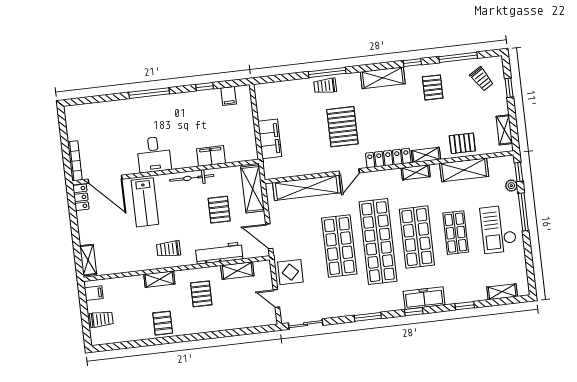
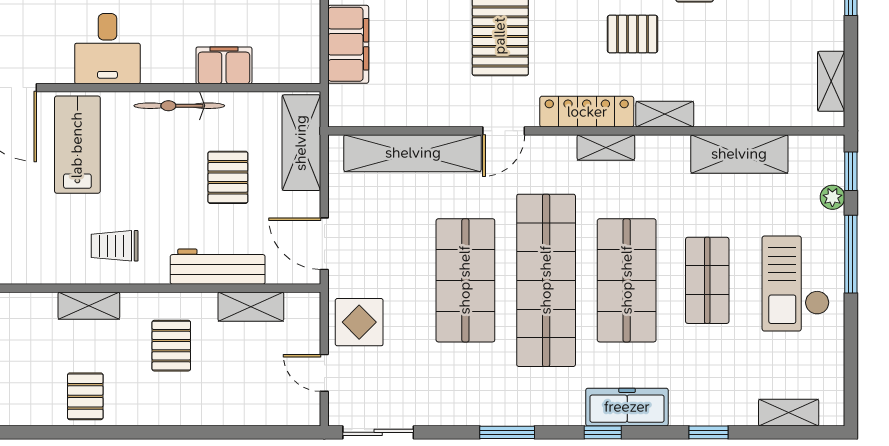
pallet: (462, 143) -> (632, 34), moved
shelving: (416, 172) -> (606, 147), moved
lab bench: (145, 202) -> (77, 145), turned 180

